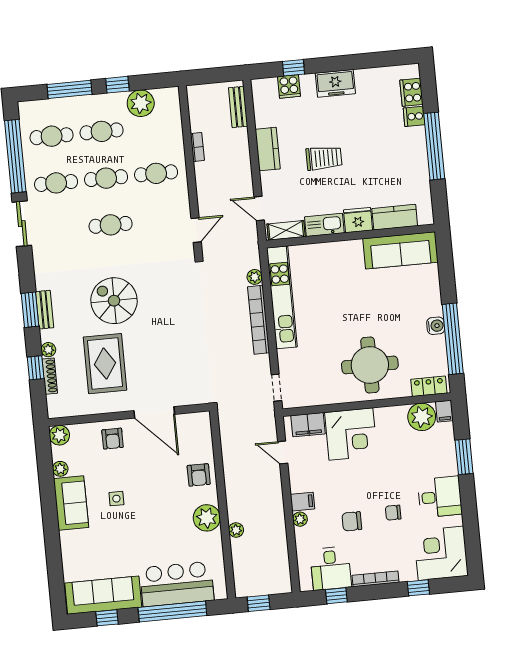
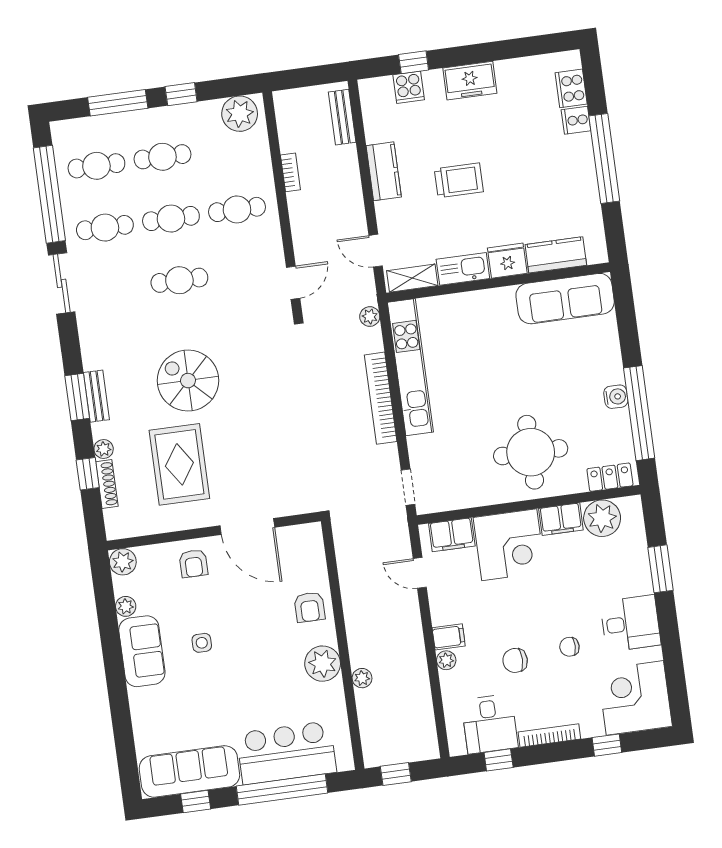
plant: (141, 103) -> (240, 114), moved
plant: (255, 277) -> (370, 317), moved
filing cabinet: (444, 411) -> (561, 519), moved, width x2.00

